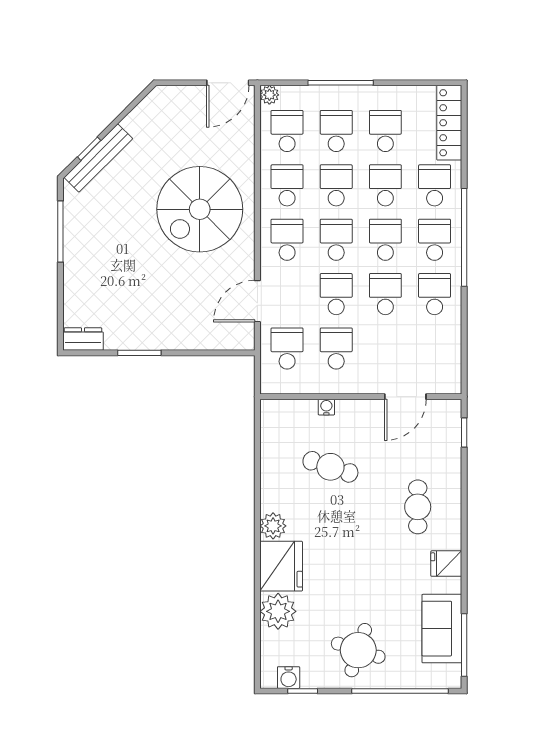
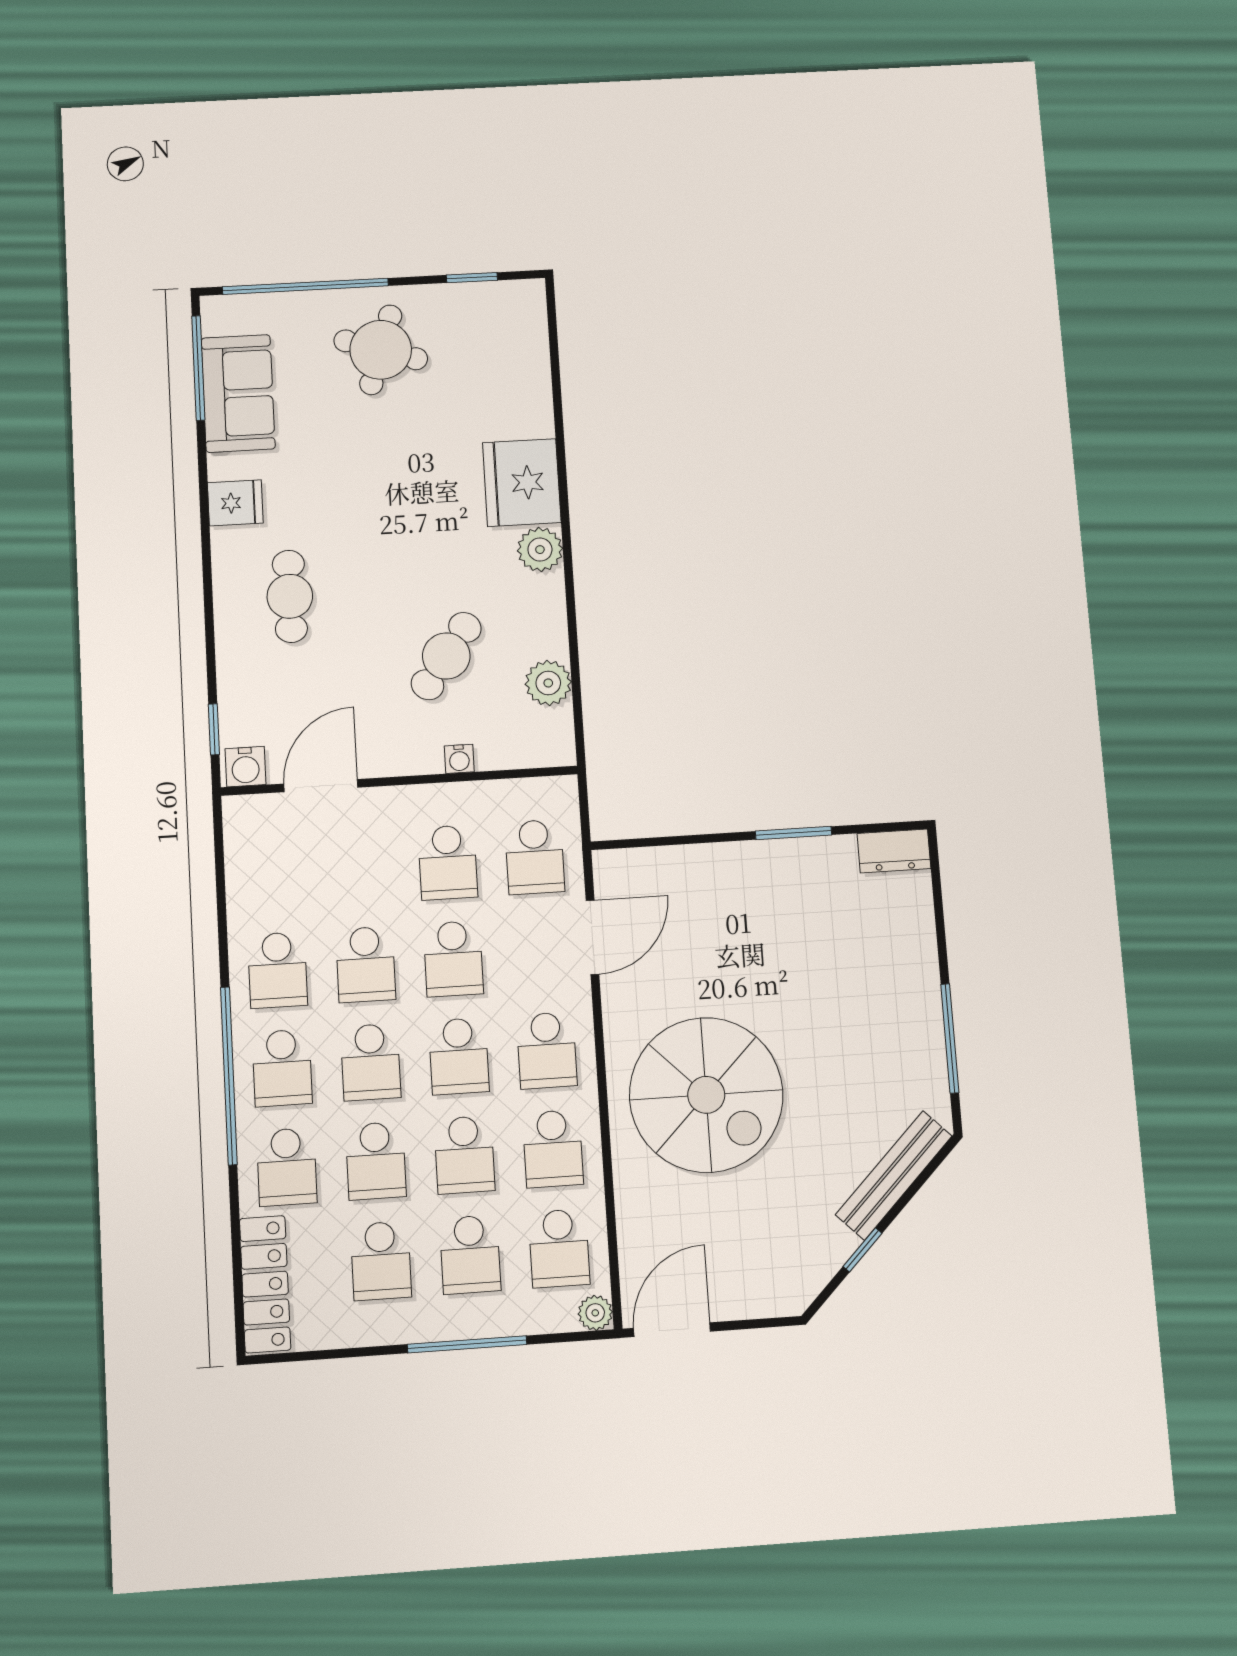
window: (89, 149) -> (862, 1250), moved
spiral stairs: (200, 209) -> (706, 1095), turned 90
cafe table: (330, 467) -> (446, 656), turned -72
plant: (278, 611) -> (548, 683), moved, width x0.73, depth x0.73
water cooler: (289, 678) -> (246, 767), moved, turned 180

